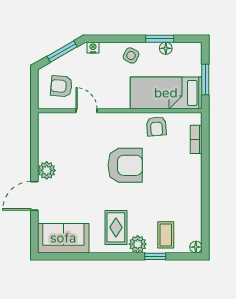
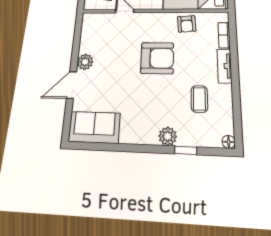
tv unit: (195, 173) -> (224, 66), added
rug: (116, 227) -> (146, 118), removed
coffee table: (166, 235) -> (199, 99), moved

